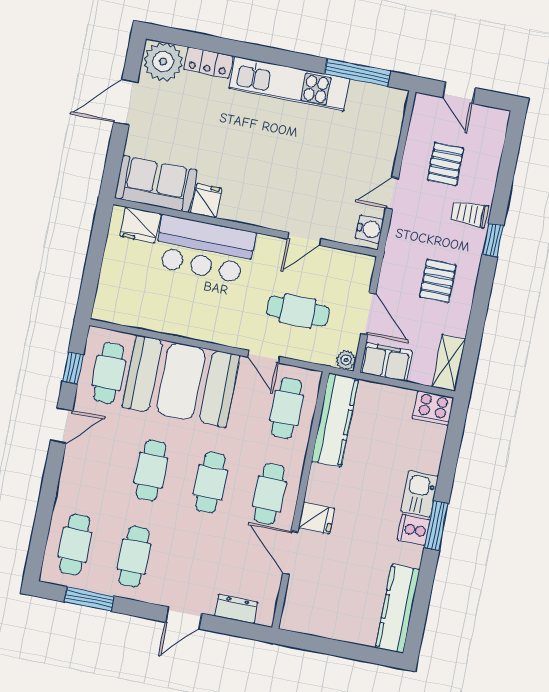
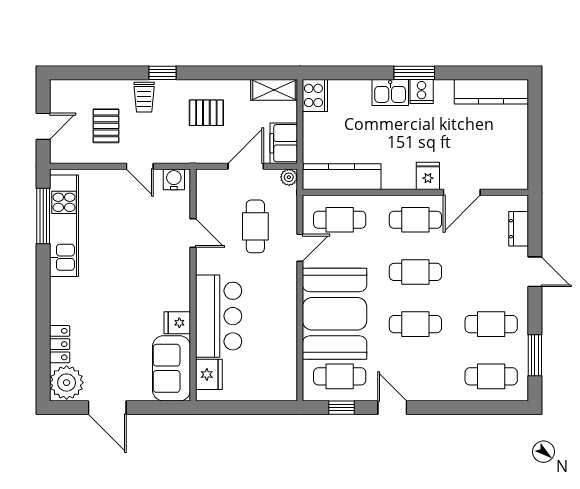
kitchen unit: (289, 84) -> (64, 226), moved
pallet: (446, 164) -> (106, 126), turned 90

